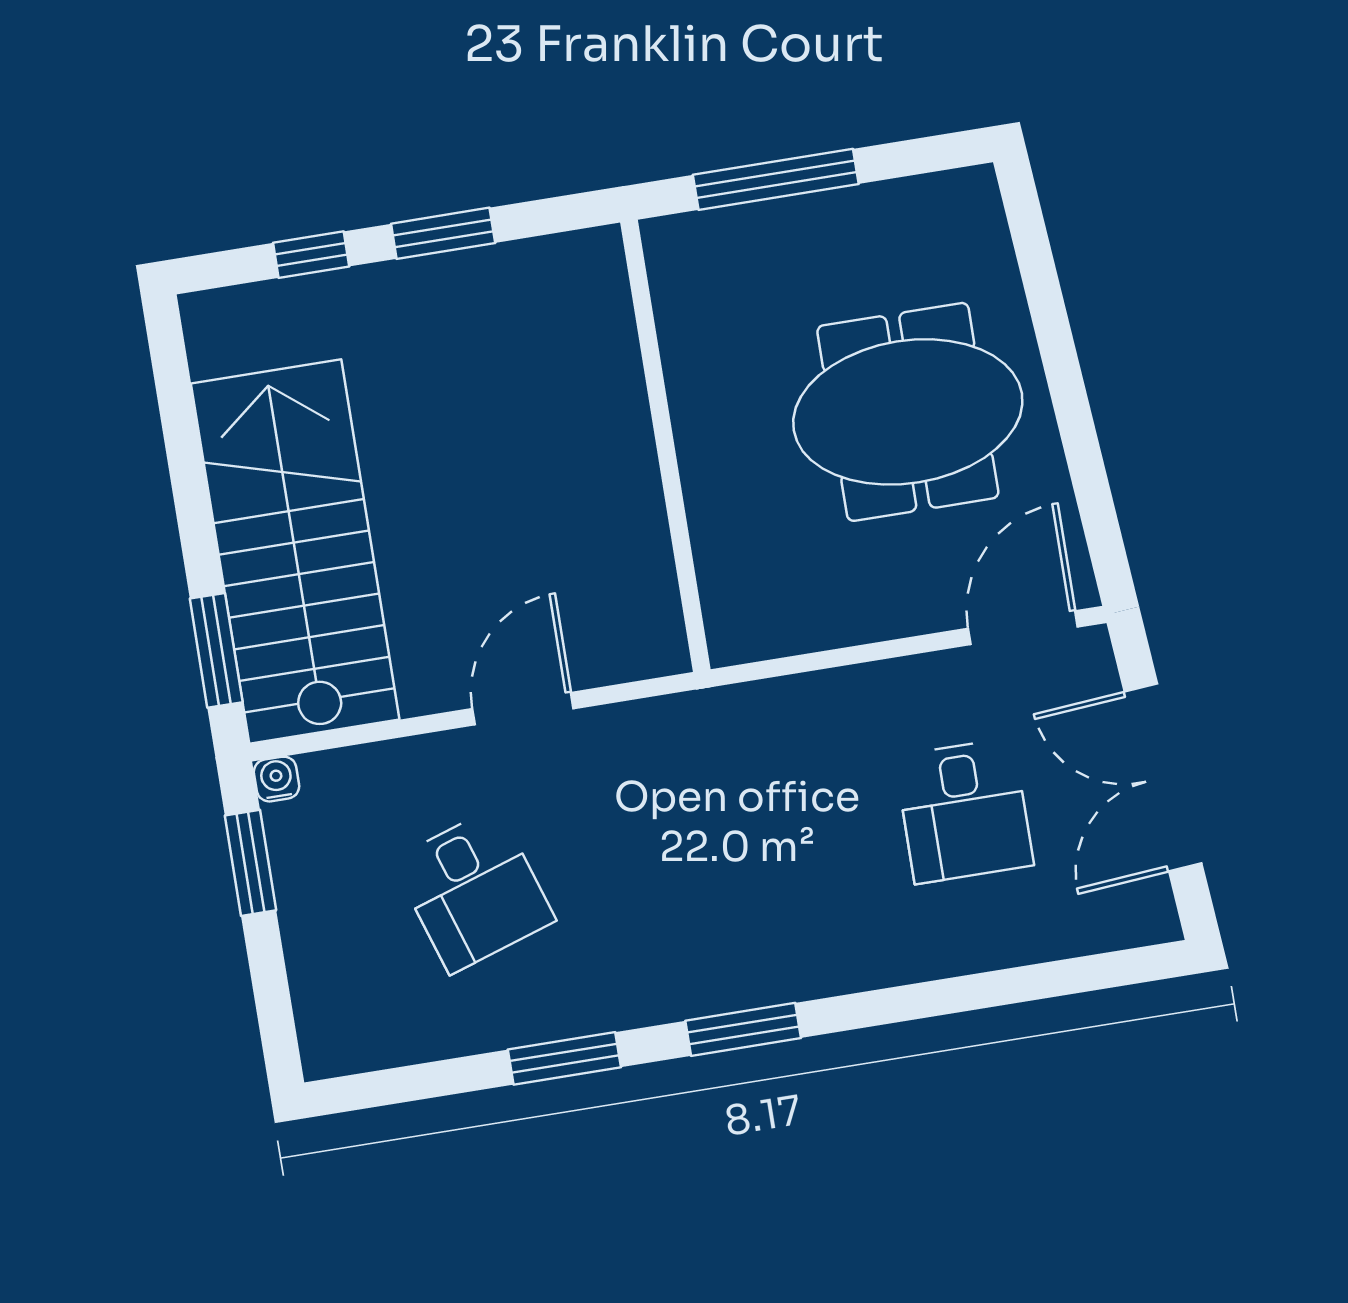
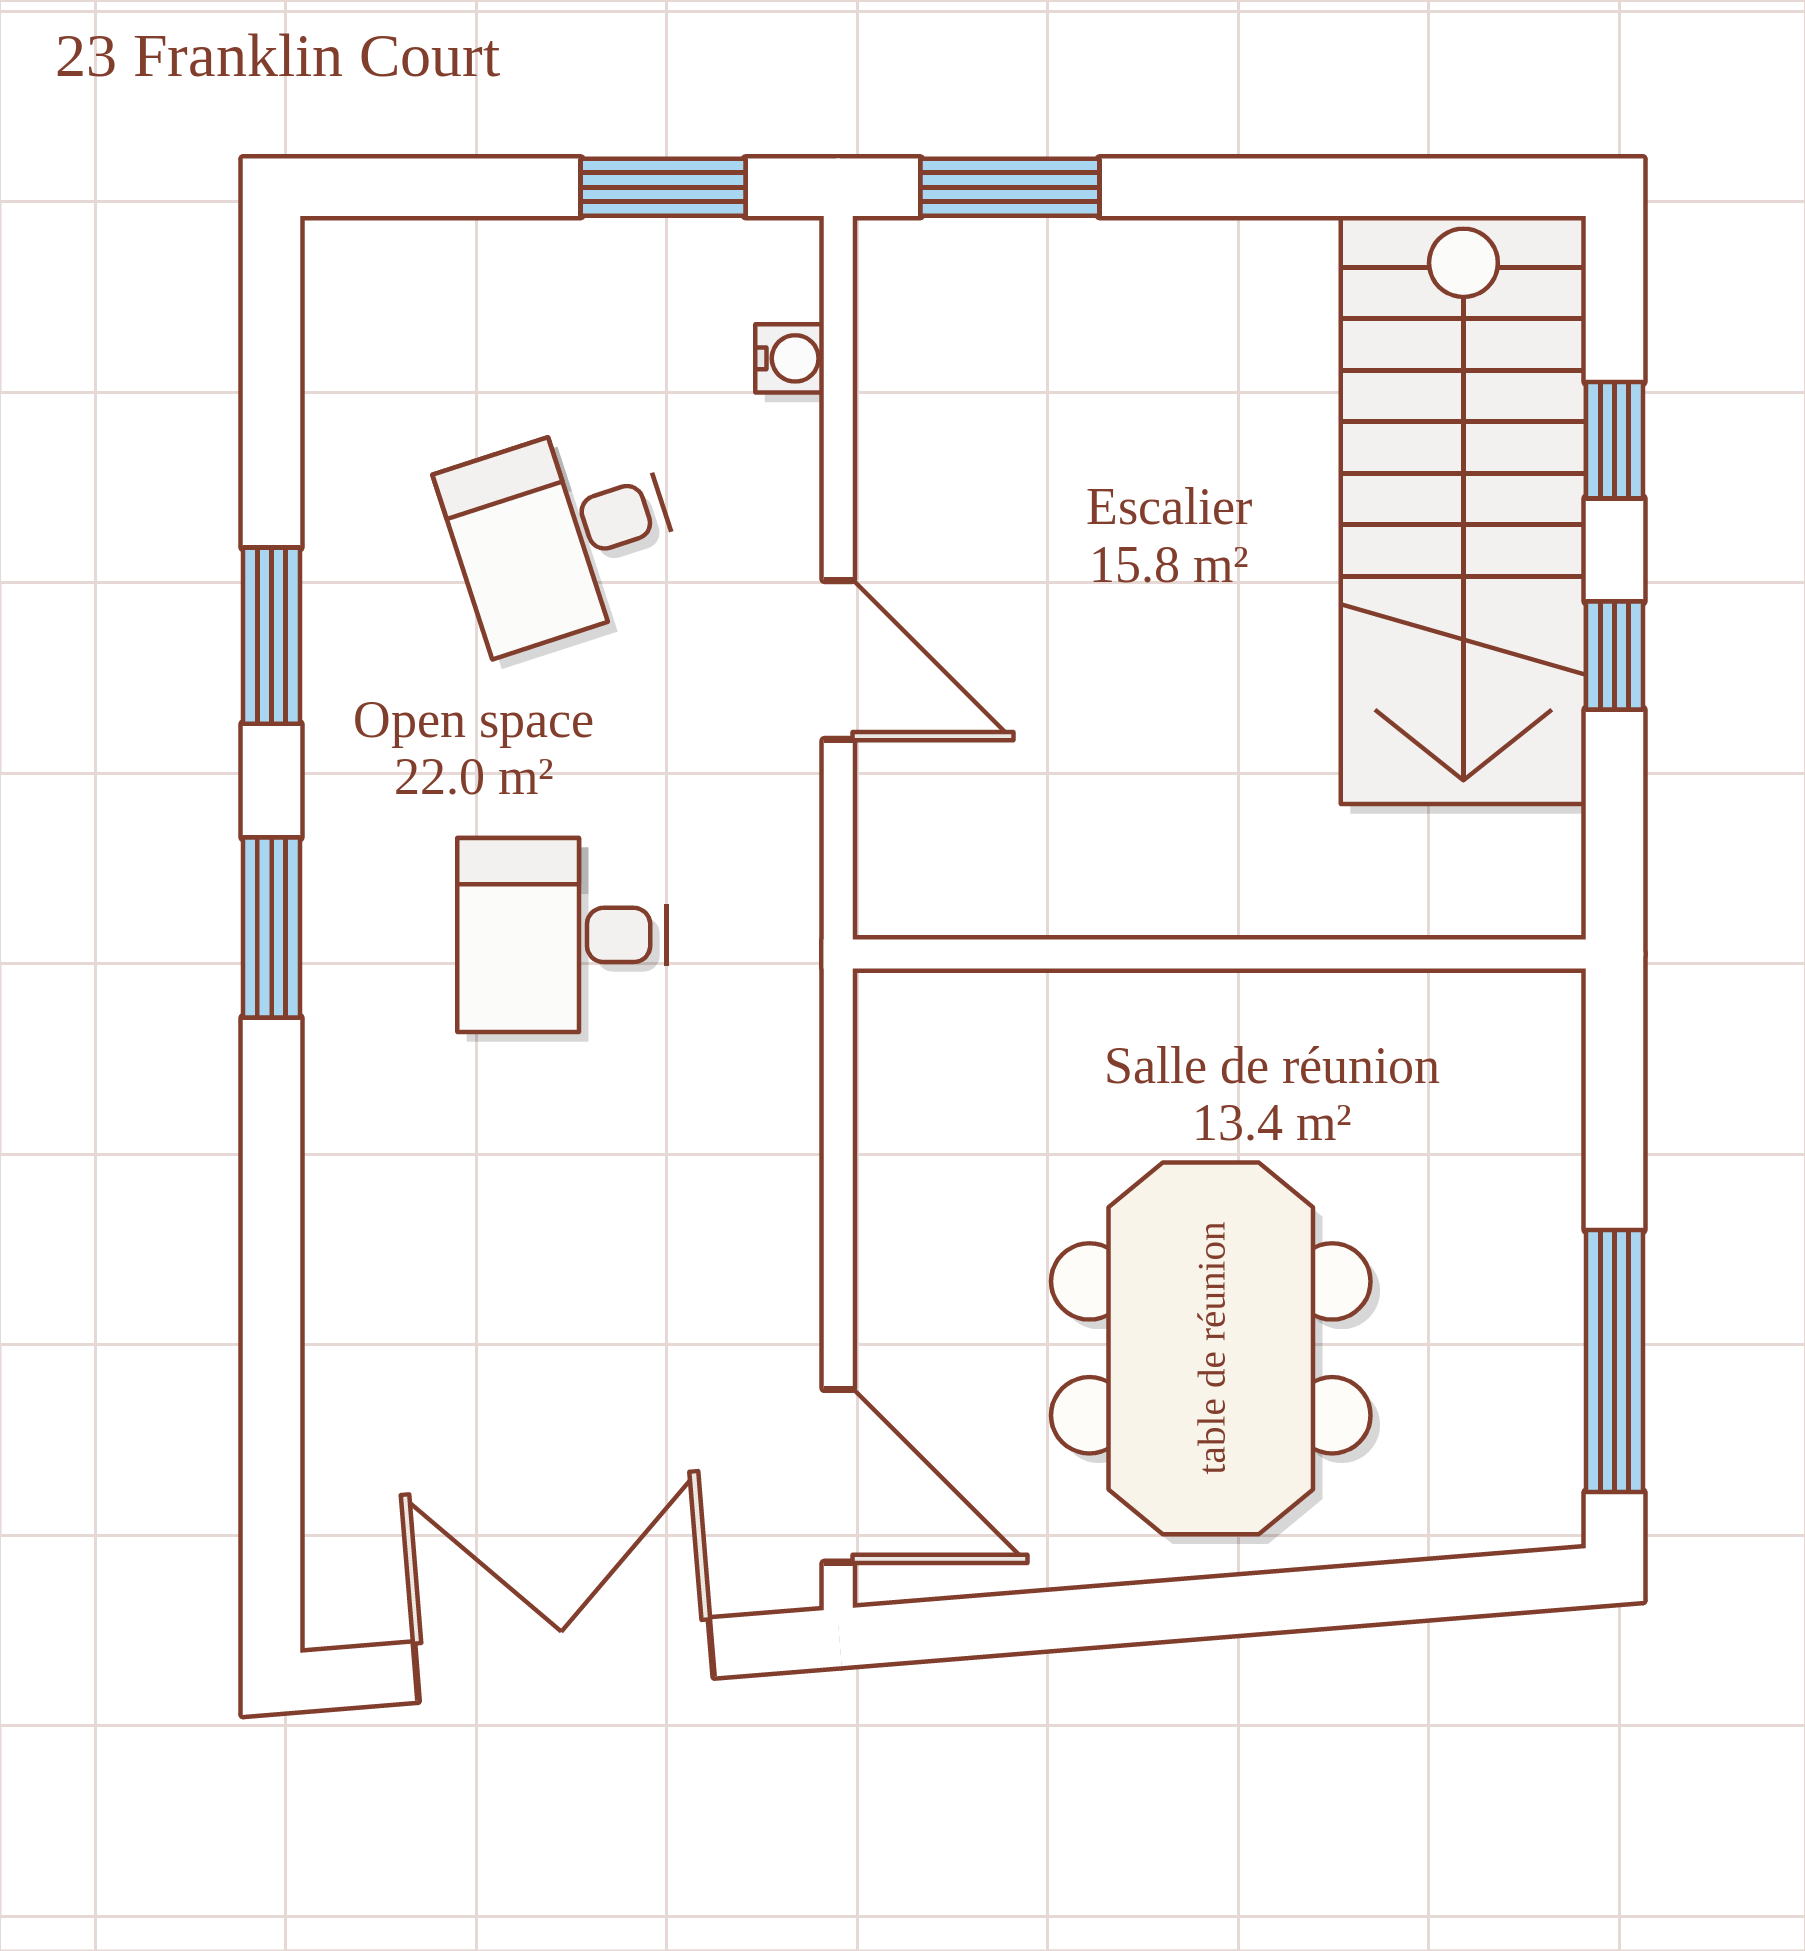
window: (776, 179) -> (1615, 1361), moved
window: (443, 233) -> (1615, 655), width x0.67
stairs: (295, 552) -> (1463, 510), moved, turned 90
water cooler: (277, 779) -> (790, 358), moved
desk: (964, 811) -> (562, 935), moved

